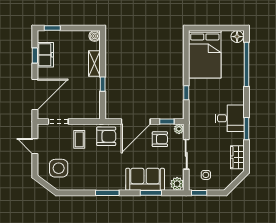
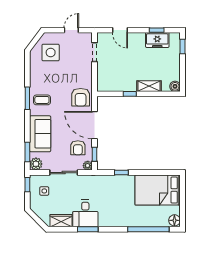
door: (35, 94) -> (120, 30), width x0.53
desk: (230, 118) -> (85, 213), moved
coffee table: (79, 139) -> (42, 100), moved
window: (151, 193) -> (27, 152), moved

